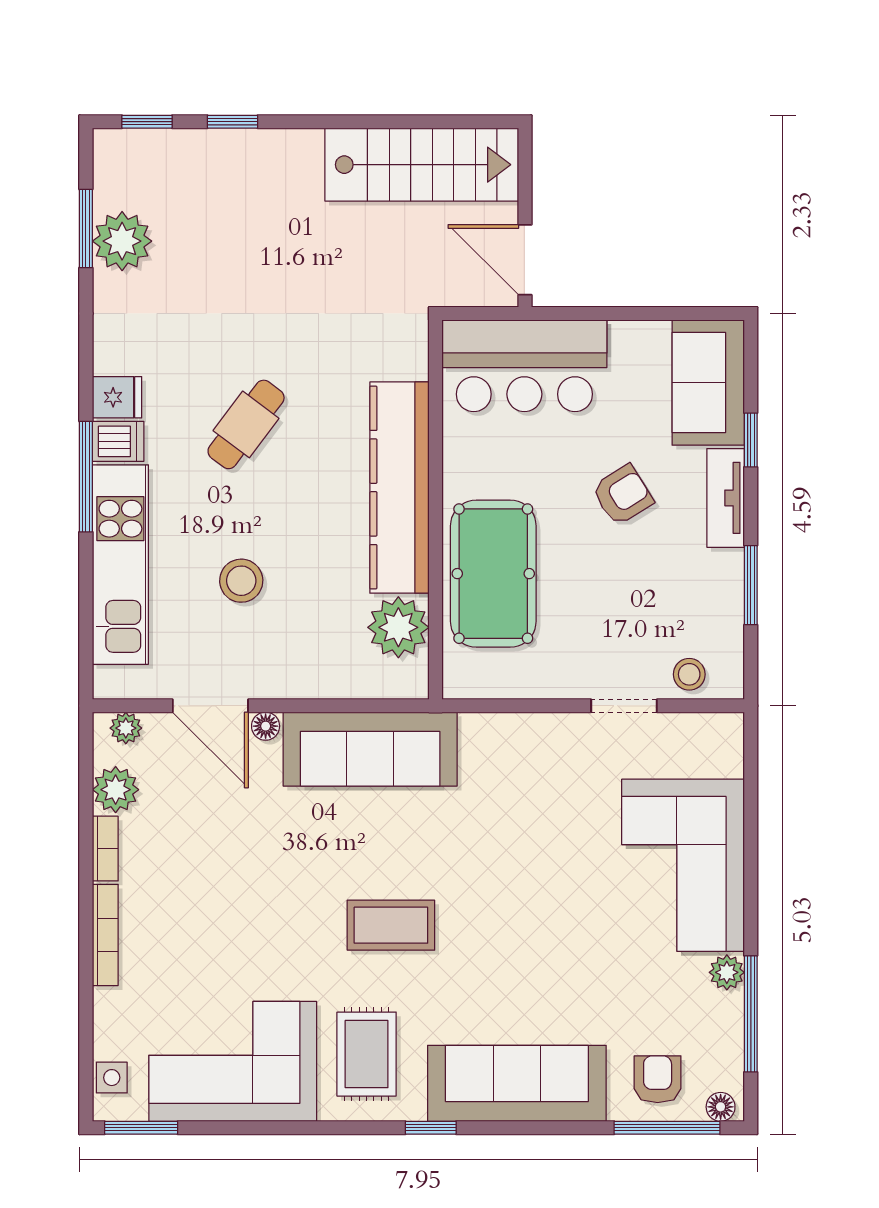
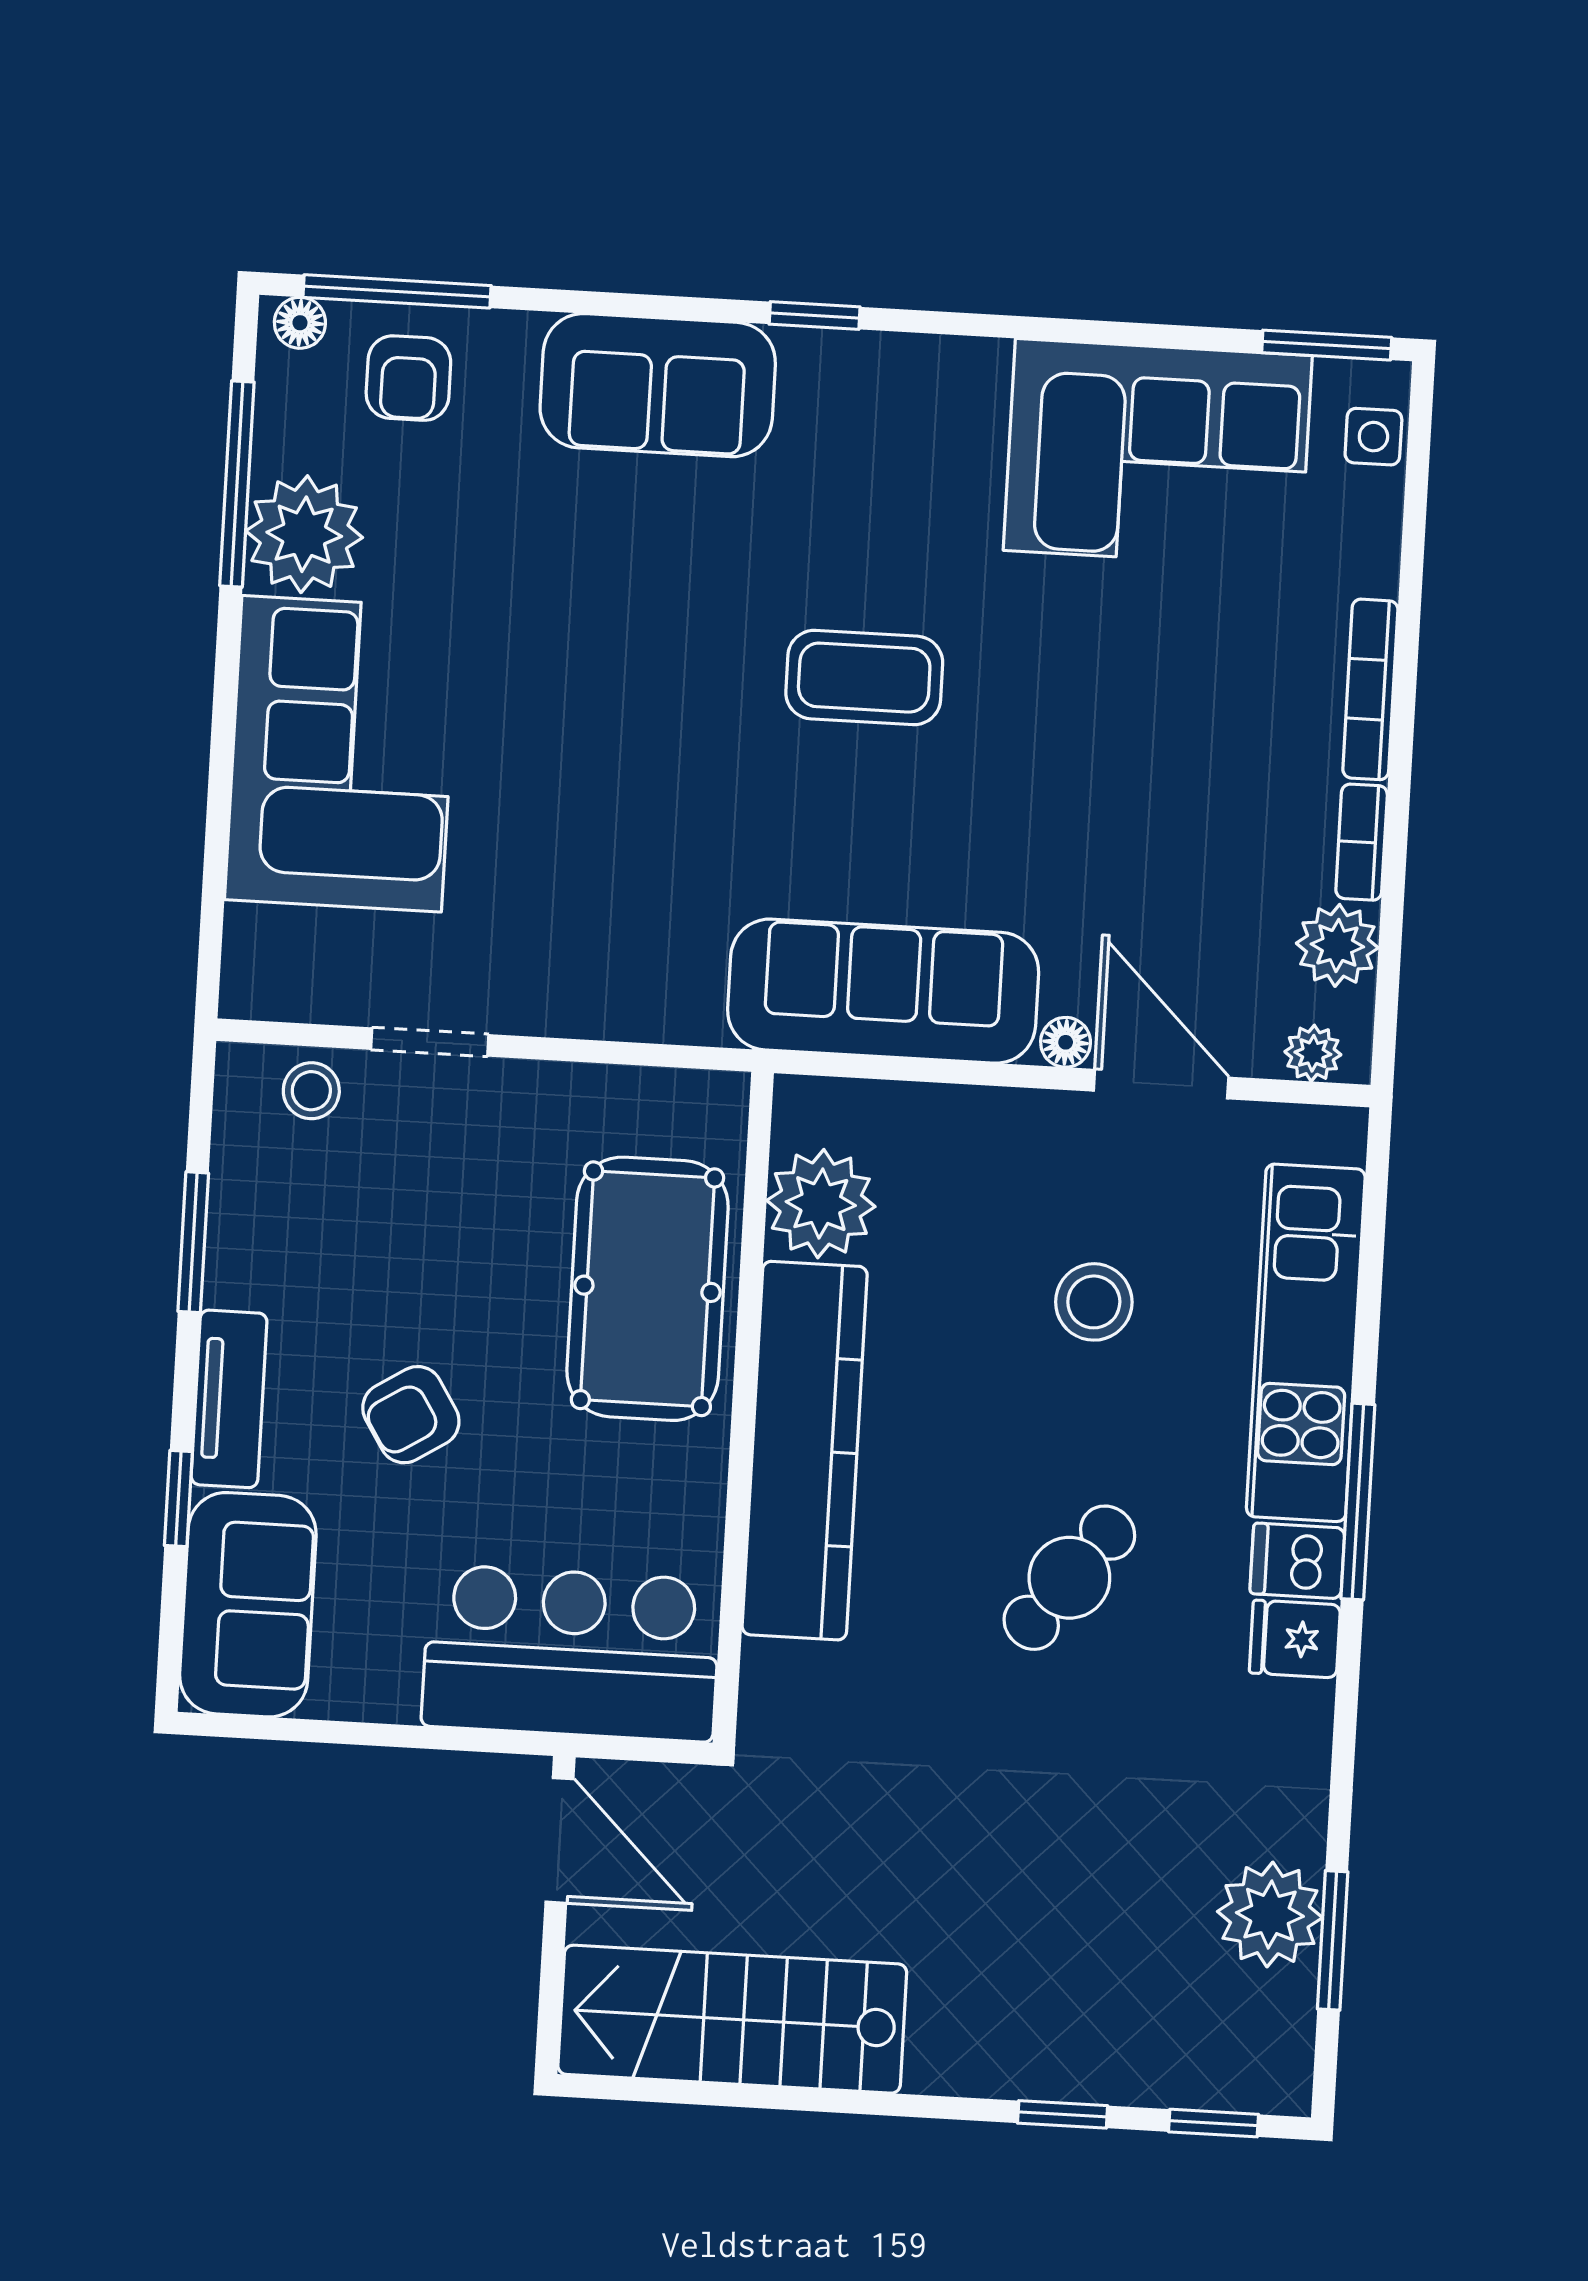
plant: (727, 972) -> (304, 534), width x1.88, depth x1.88
rug: (367, 1054) -> (920, 452), removed
sofa: (517, 1083) -> (658, 385), width x0.73

